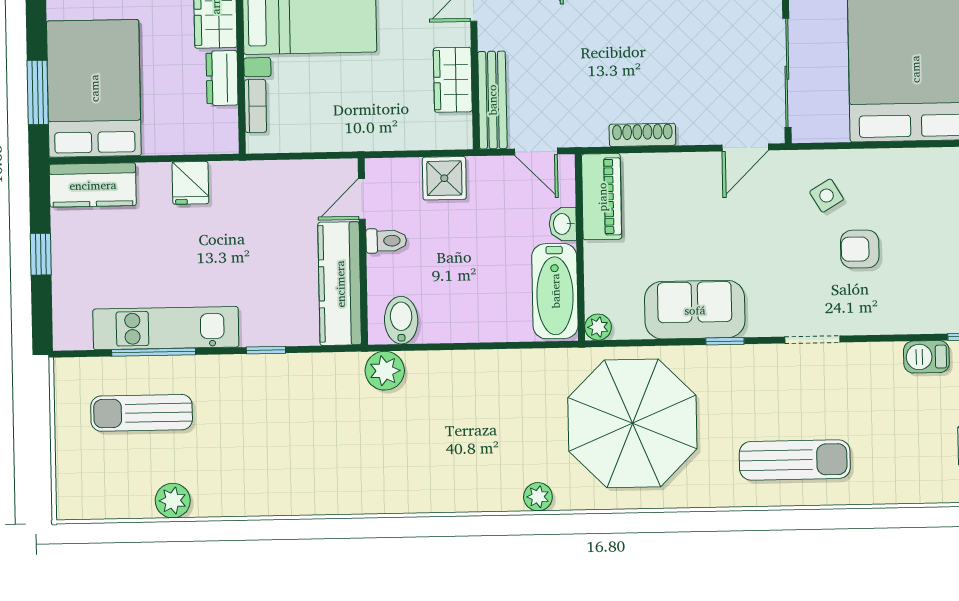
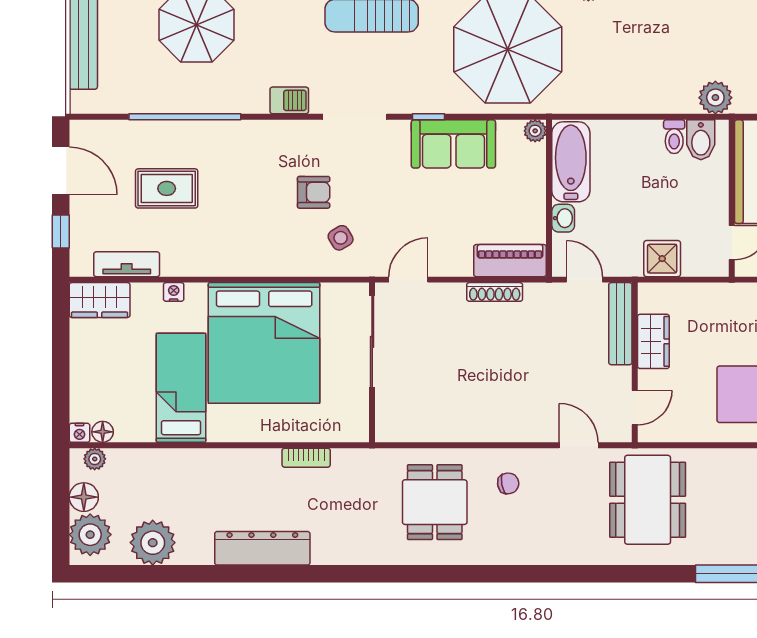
piano: (602, 197) -> (510, 261), moved, turned 90
toilet: (386, 241) -> (674, 137), moved, turned -90
doorway: (812, 340) -> (355, 117), width x1.38
barbecue: (926, 357) -> (289, 100), moved

